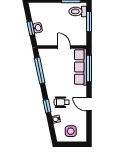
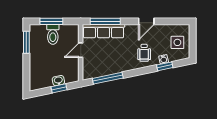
toilet: (78, 11) -> (53, 34), moved
window: (47, 106) -> (165, 66), moved

